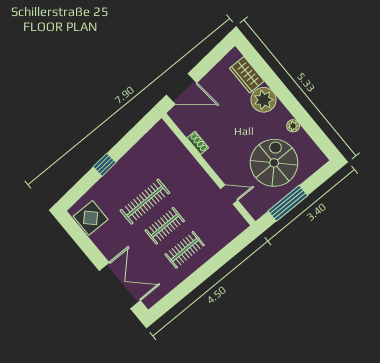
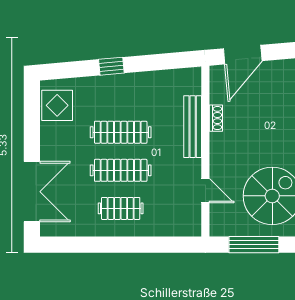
door: (182, 89) -> (243, 55), hinge flipped
bench: (188, 160) -> (193, 127), added
clothes rail: (165, 226) -> (121, 170), width x1.36

